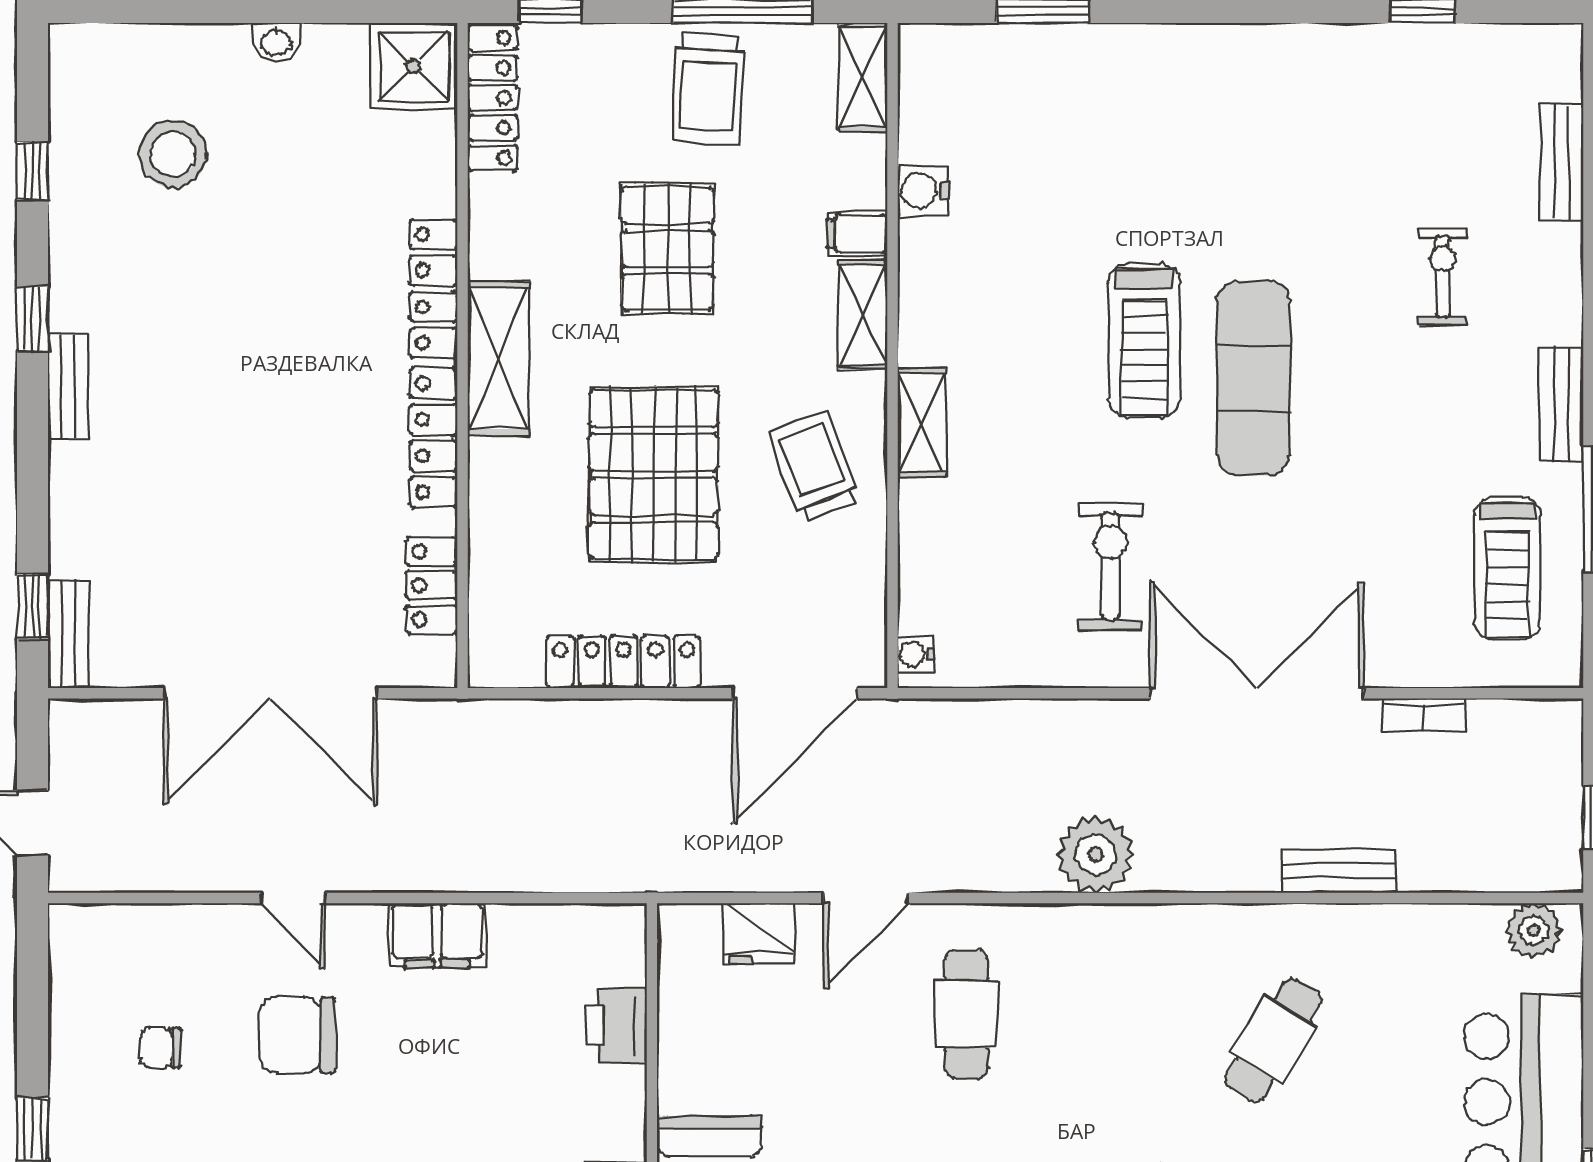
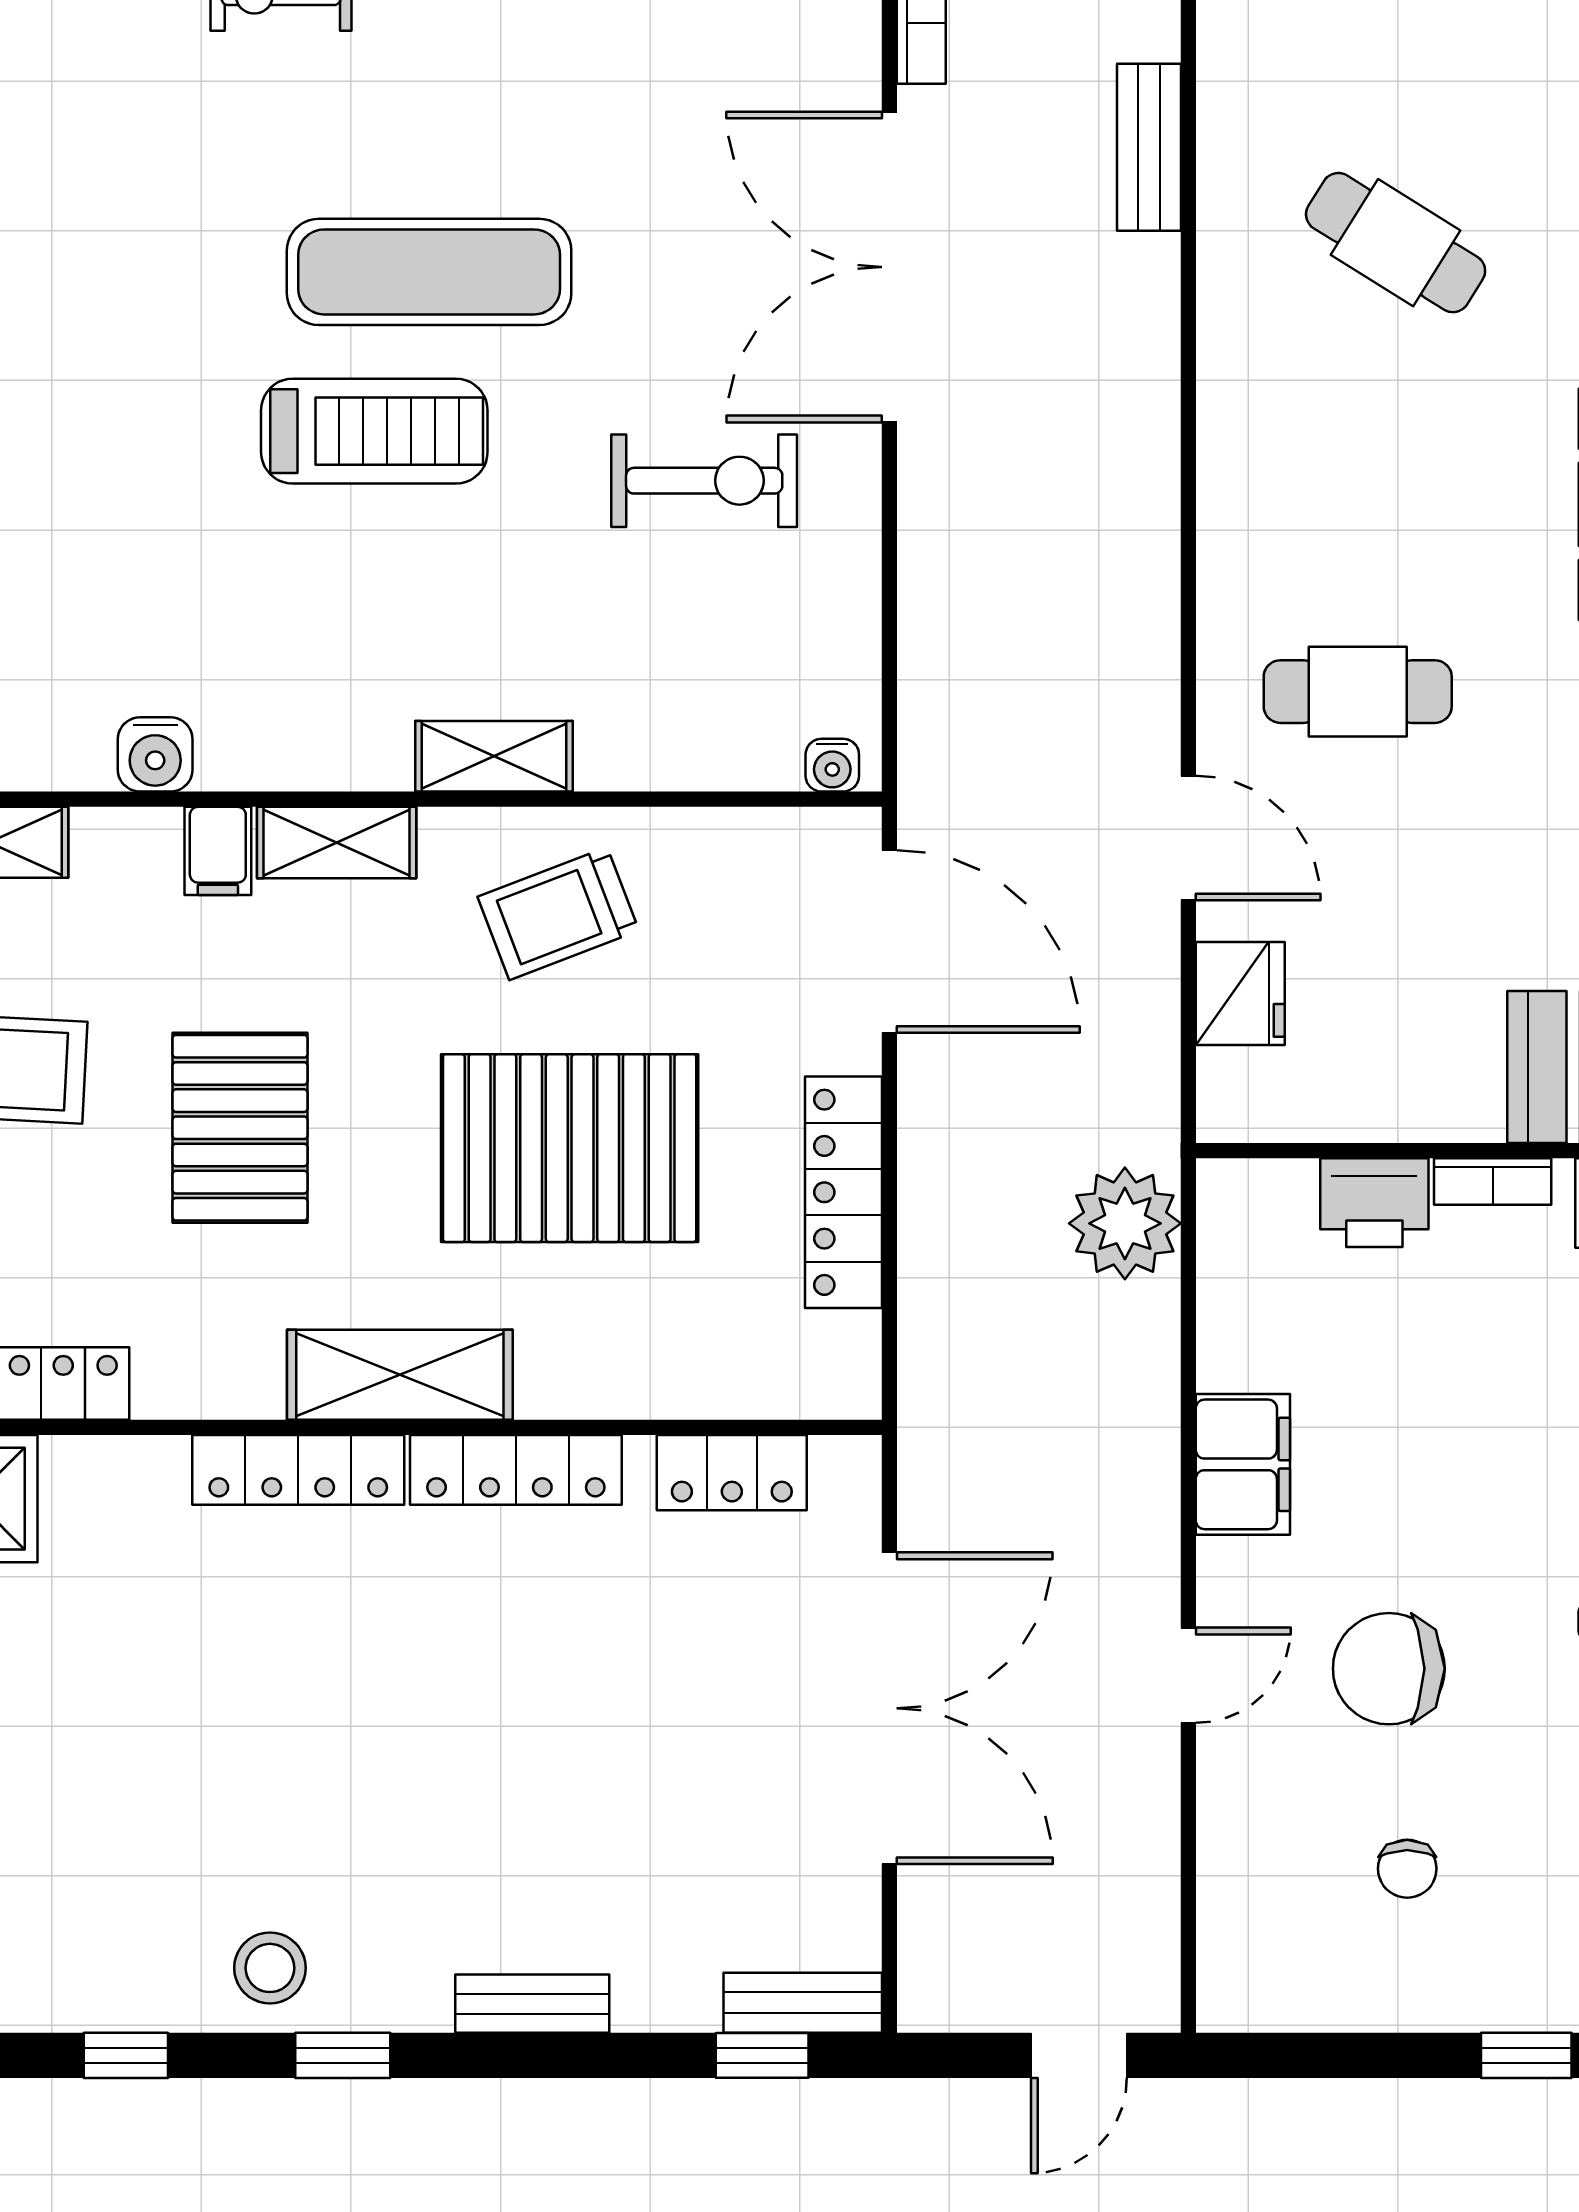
stool: (173, 154) -> (270, 1968), moved, width x0.73, depth x0.73
pallet: (668, 249) -> (240, 1128), turned 90
bench: (68, 386) -> (532, 2004), moved
exercise bike: (1110, 566) -> (704, 481), turned 180
plant: (1096, 854) -> (1125, 1223), moved
chair: (297, 1035) -> (1389, 1669), turned 90
bookcase: (631, 1106) -> (1493, 1181), added

